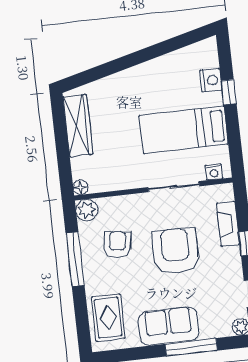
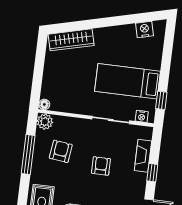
nightstand: (211, 80) -> (145, 29), moved, turned -104
window: (229, 92) -> (161, 100), moved
wardrobe: (78, 126) -> (71, 40), moved, turned 76
armchair: (176, 251) -> (101, 166), width x0.53, depth x0.53

